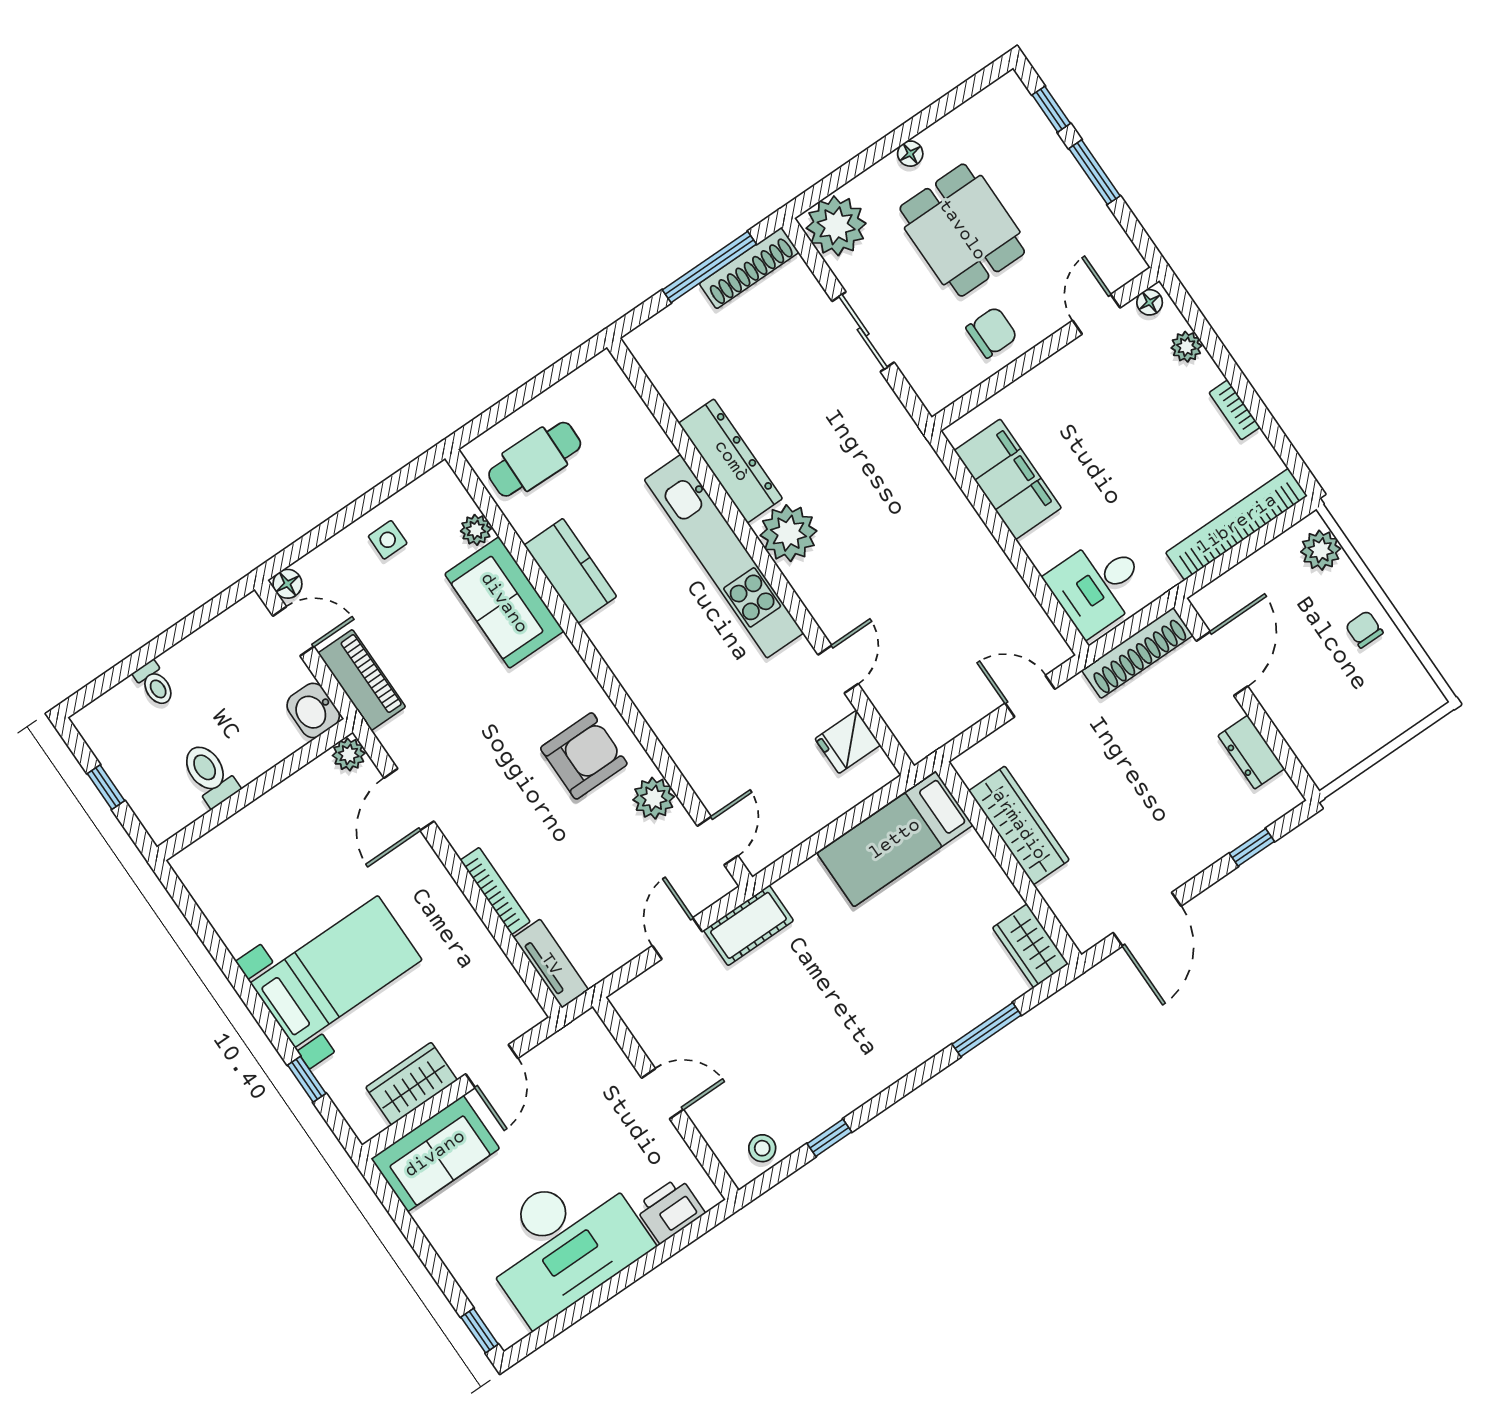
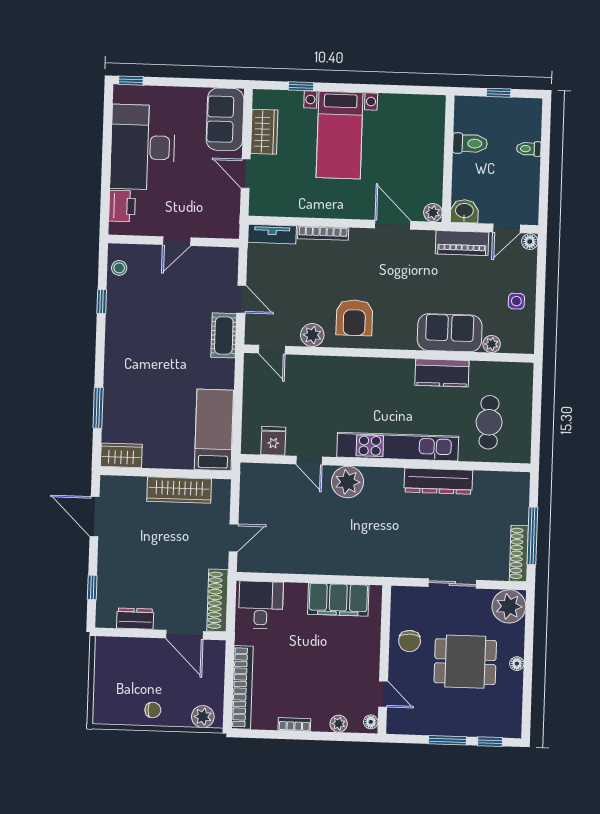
cafe table: (535, 459) -> (489, 422), moved
plant: (788, 533) -> (348, 482), moved

